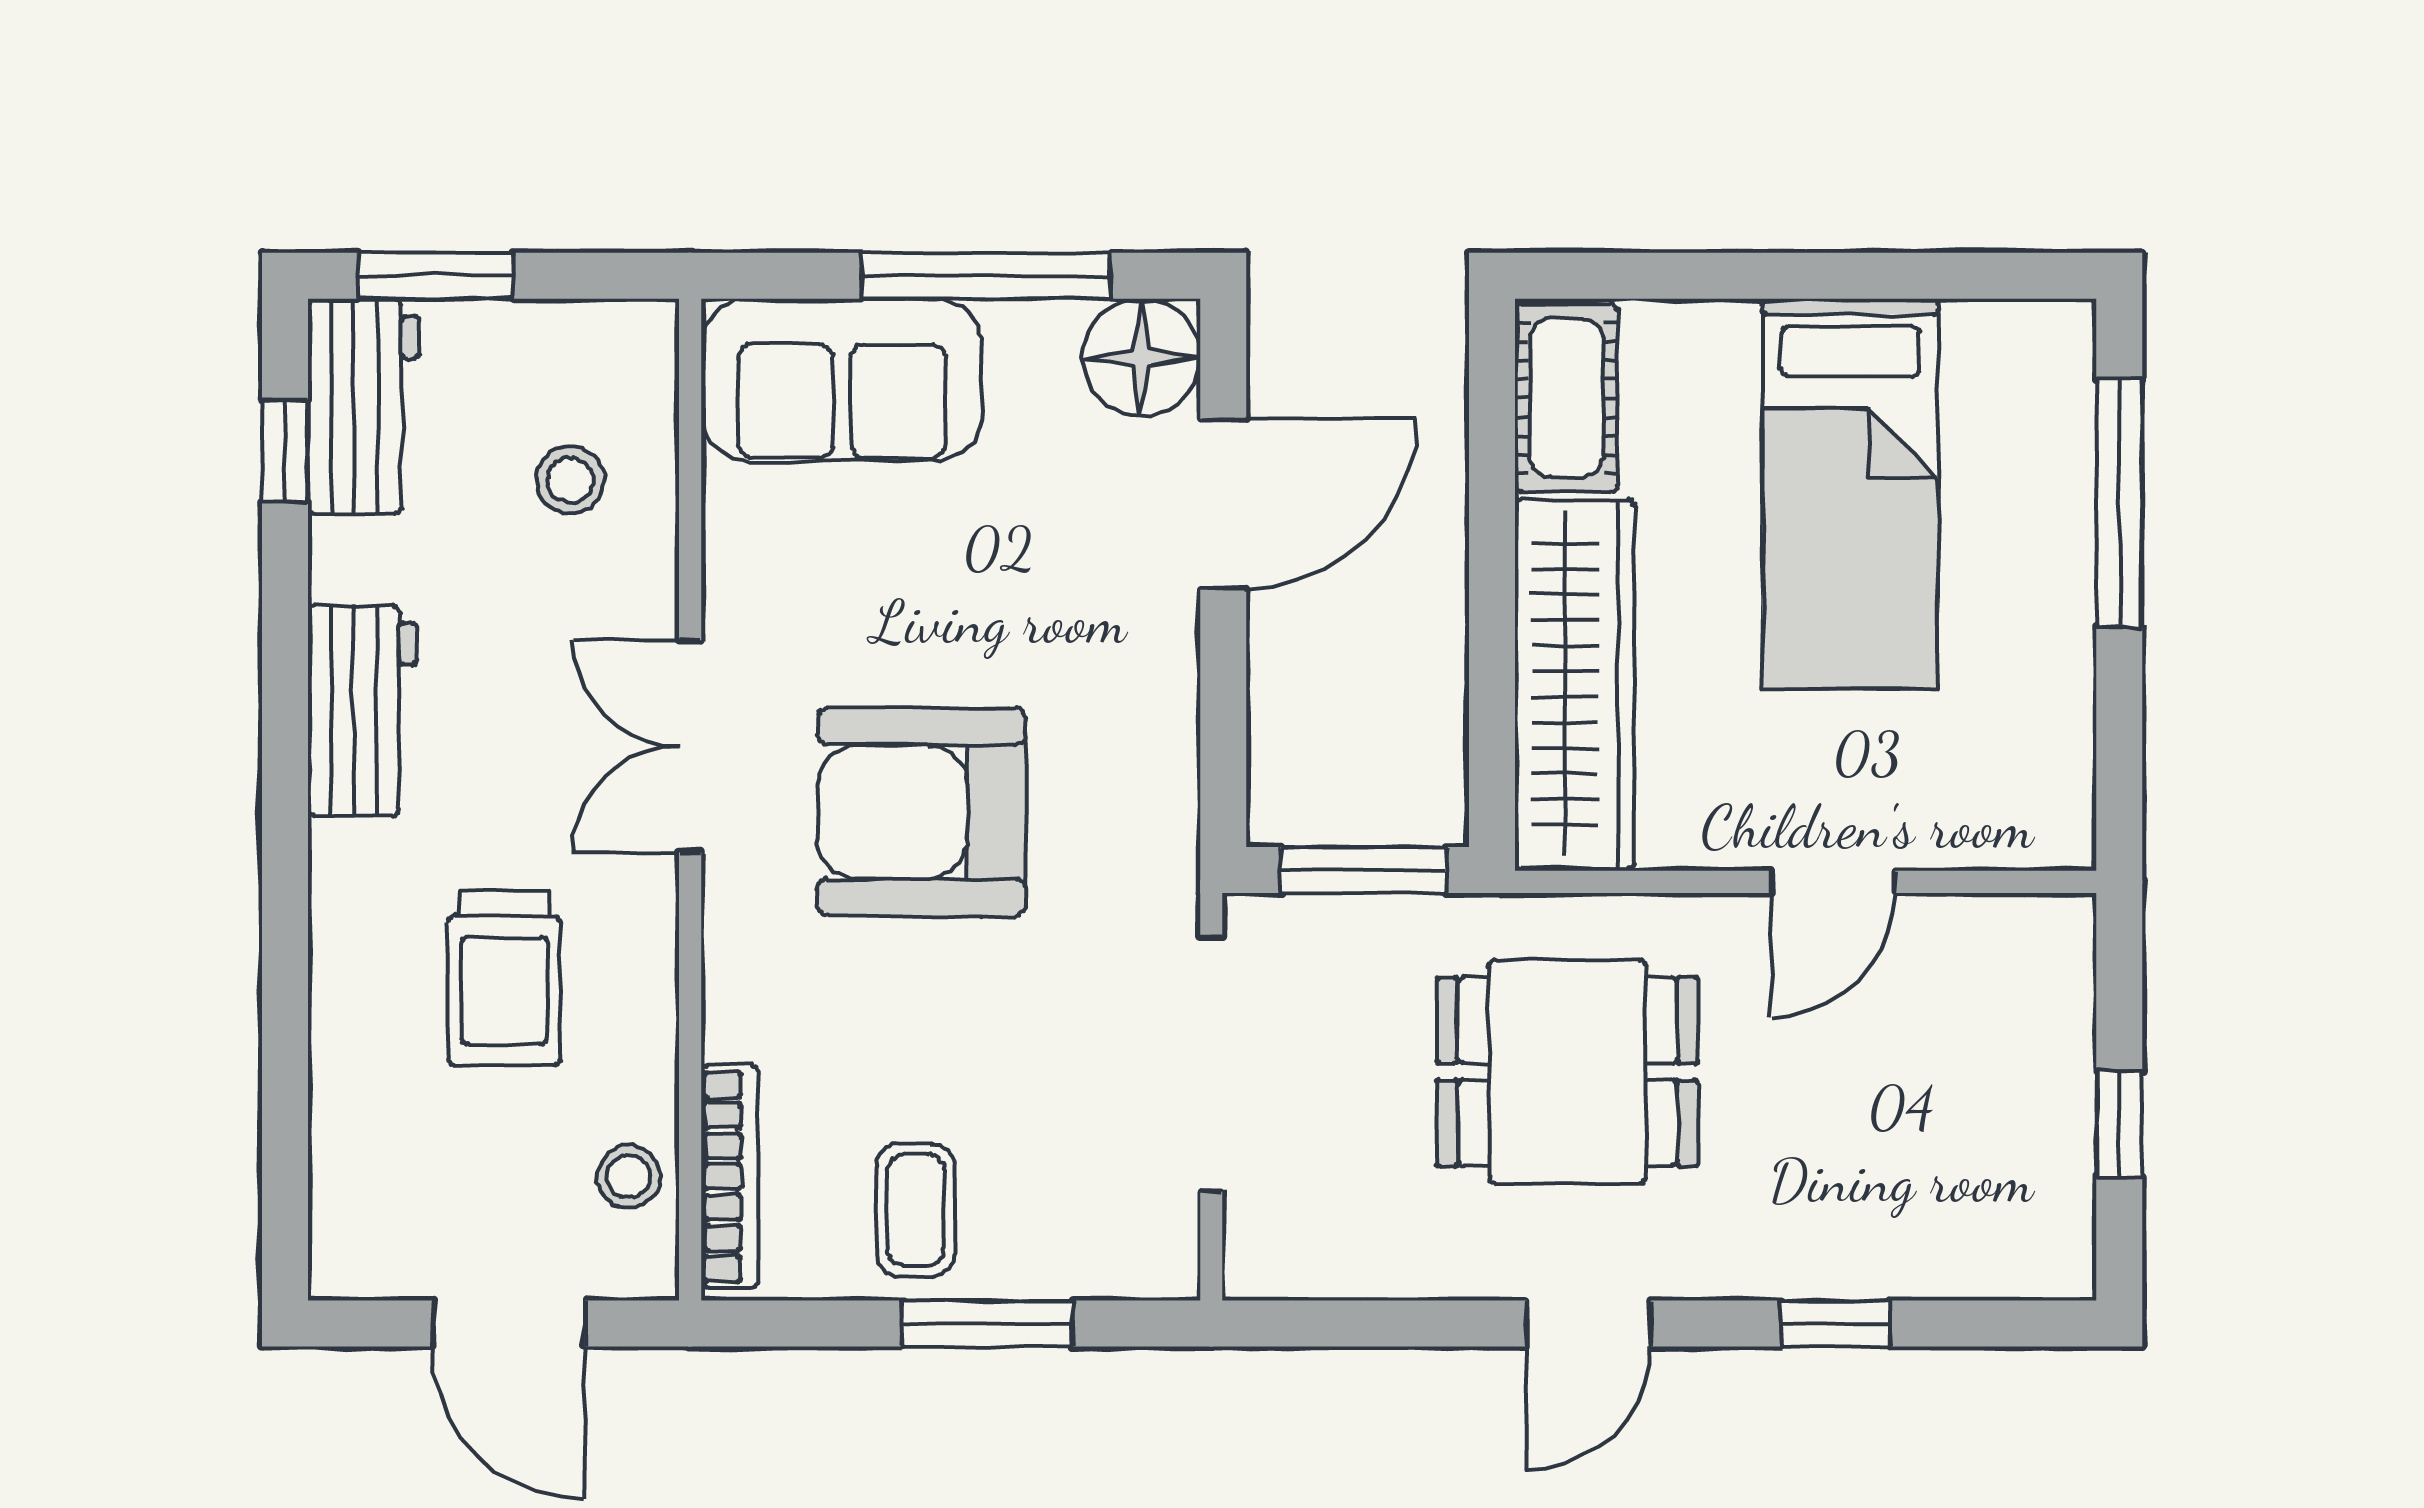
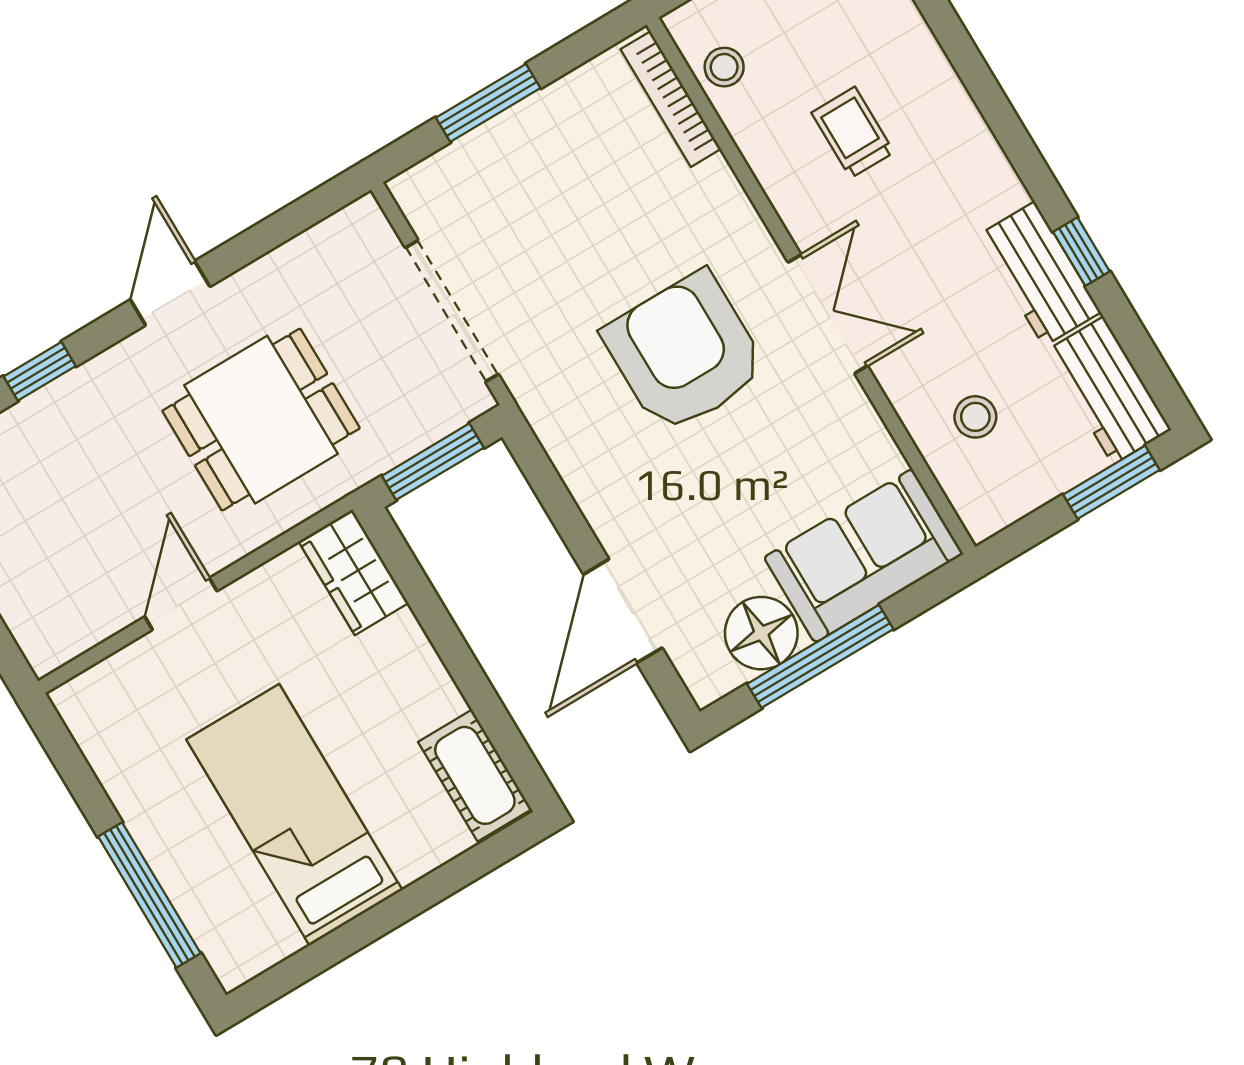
floor lamp: (1141, 357) -> (761, 633), moved
window: (285, 451) -> (1081, 252), moved
wardrobe: (1575, 684) -> (354, 573), width x0.48, depth x0.85
workbench: (362, 711) -> (1039, 274), moved
armchair: (922, 812) -> (685, 353), turned -90
trolley: (504, 978) -> (853, 132), width x0.73, depth x0.72
coffee table: (916, 1210) -> (562, 140), removed

